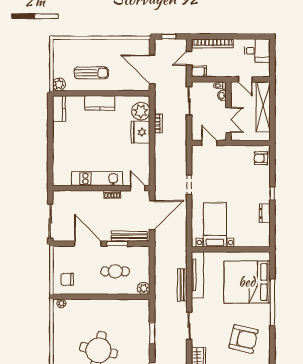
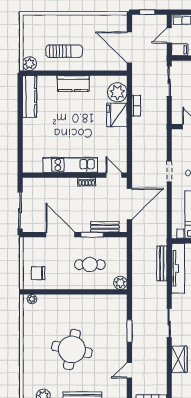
kitchen counter: (59, 109) -> (29, 97), width x1.50
bench: (129, 236) -> (105, 227), width x0.73
bench: (182, 285) -> (162, 263), moved

